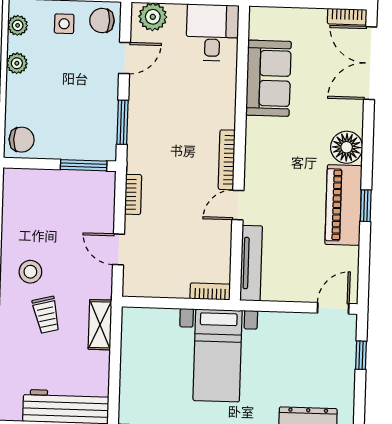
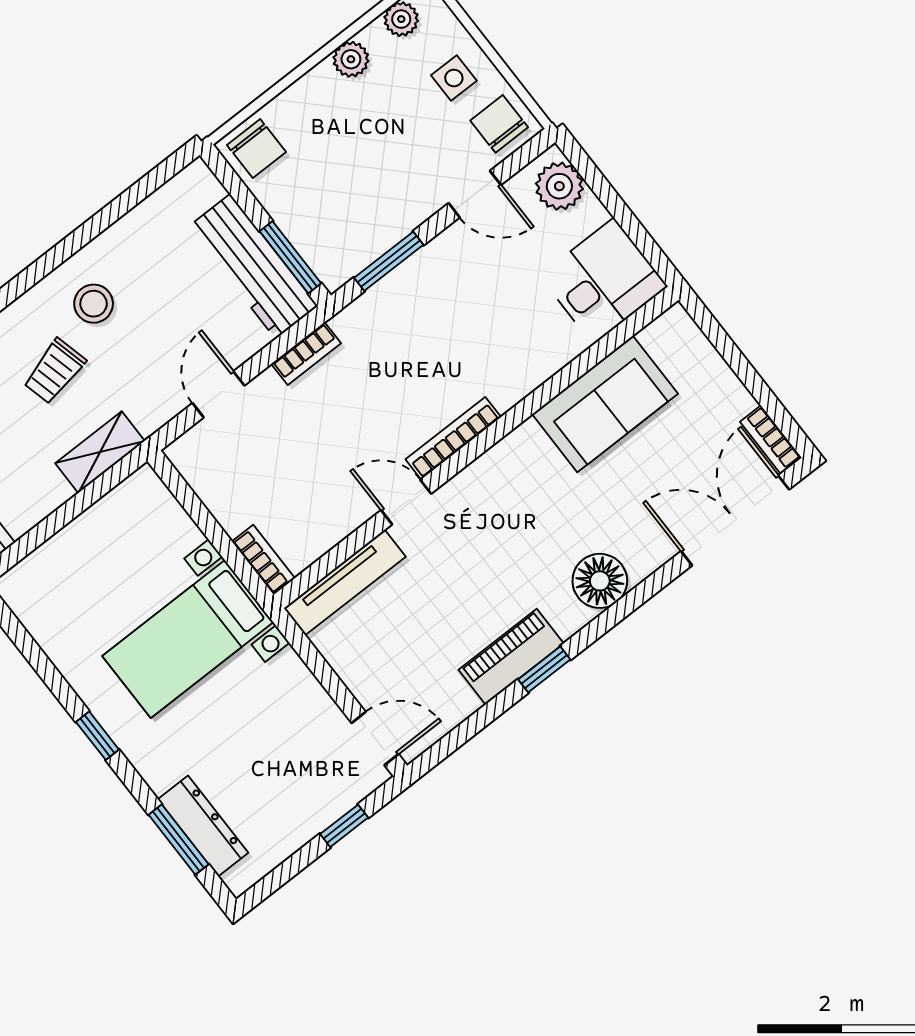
workbench: (74, 186) -> (253, 266), added
piano: (343, 205) -> (511, 657), width x0.73, depth x0.75

